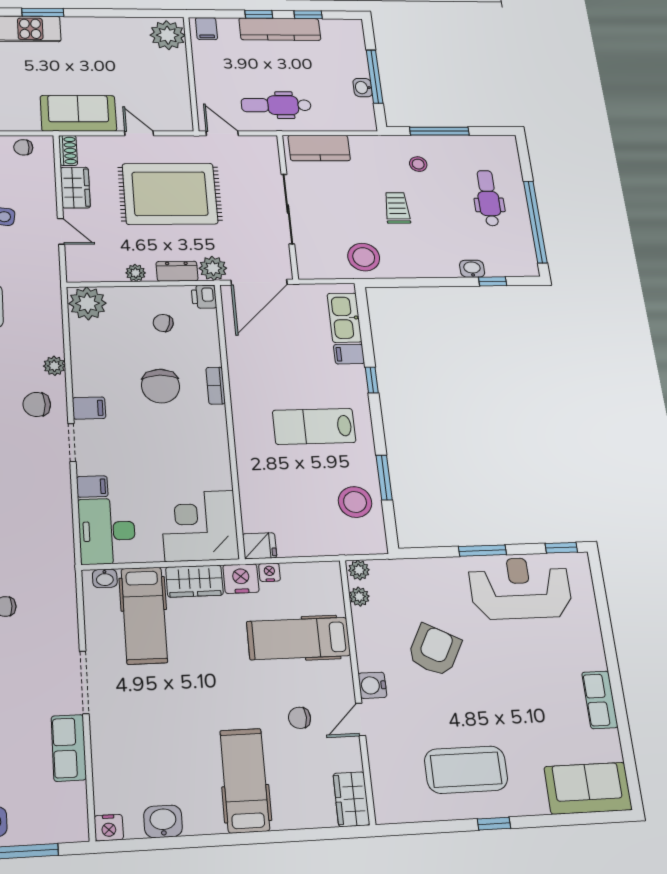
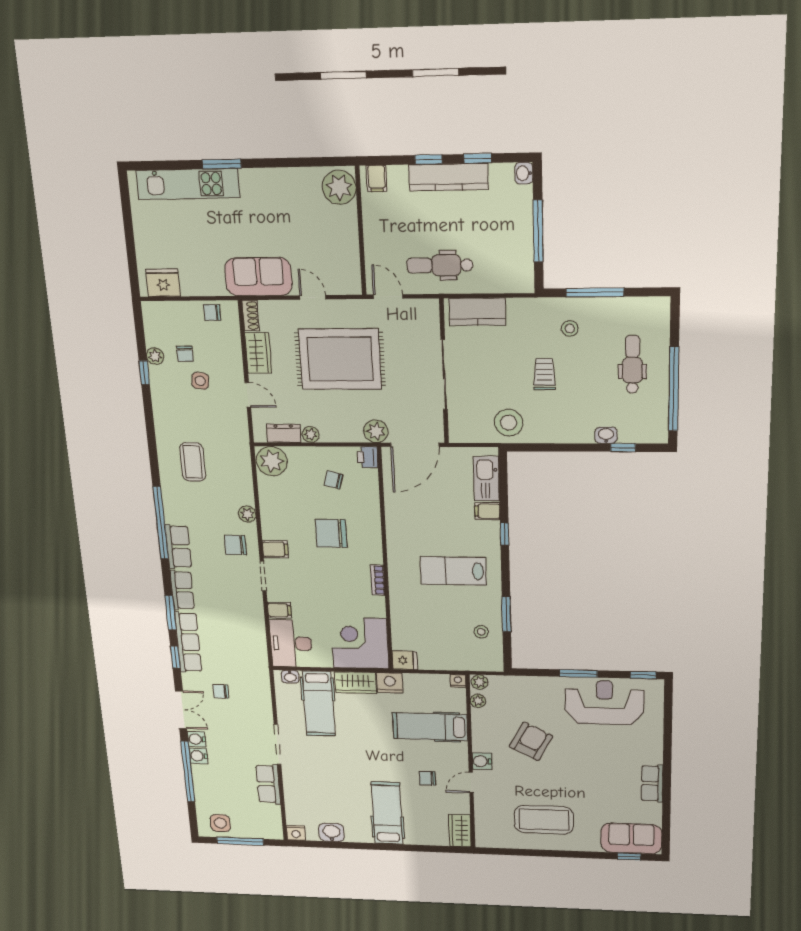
washbasin: (363, 88) -> (524, 173), moved
dresser: (177, 271) -> (284, 433), moved
chair: (161, 386) -> (331, 533), turned 90
bookcase: (216, 386) -> (378, 580), moved
stool: (355, 502) -> (481, 632), width x0.53, depth x0.53
nightstand: (270, 572) -> (458, 681), moved
window: (494, 824) -> (629, 856), moved

